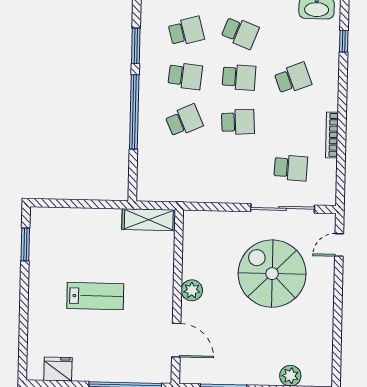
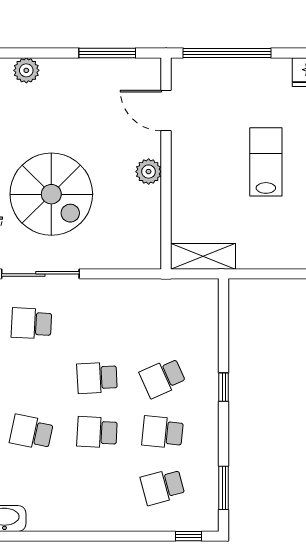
school desk: (240, 33) -> (97, 487), removed
window: (136, 46) -> (224, 488), moved
school desk: (293, 78) -> (31, 432), turned 33
window: (134, 112) -> (224, 387), width x0.32
lab bench: (95, 296) -> (266, 162), turned 90

